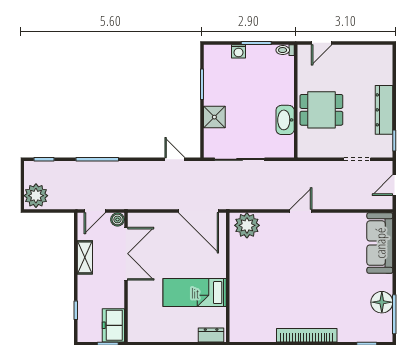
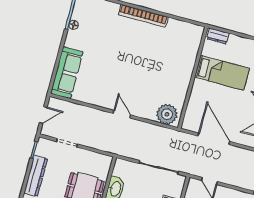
door: (199, 211) -> (214, 139), moved
door: (301, 211) -> (122, 114), swing flipped
floor lamp: (382, 302) -> (74, 25), width x0.53, depth x0.53

